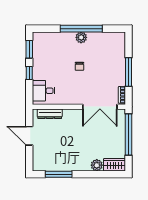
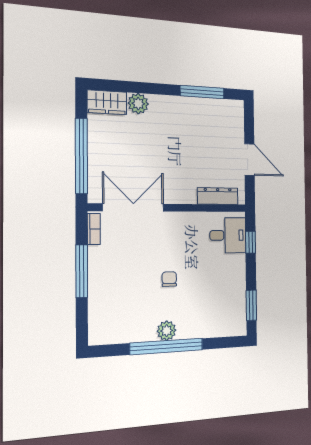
window: (29, 73) -> (251, 242), moved

